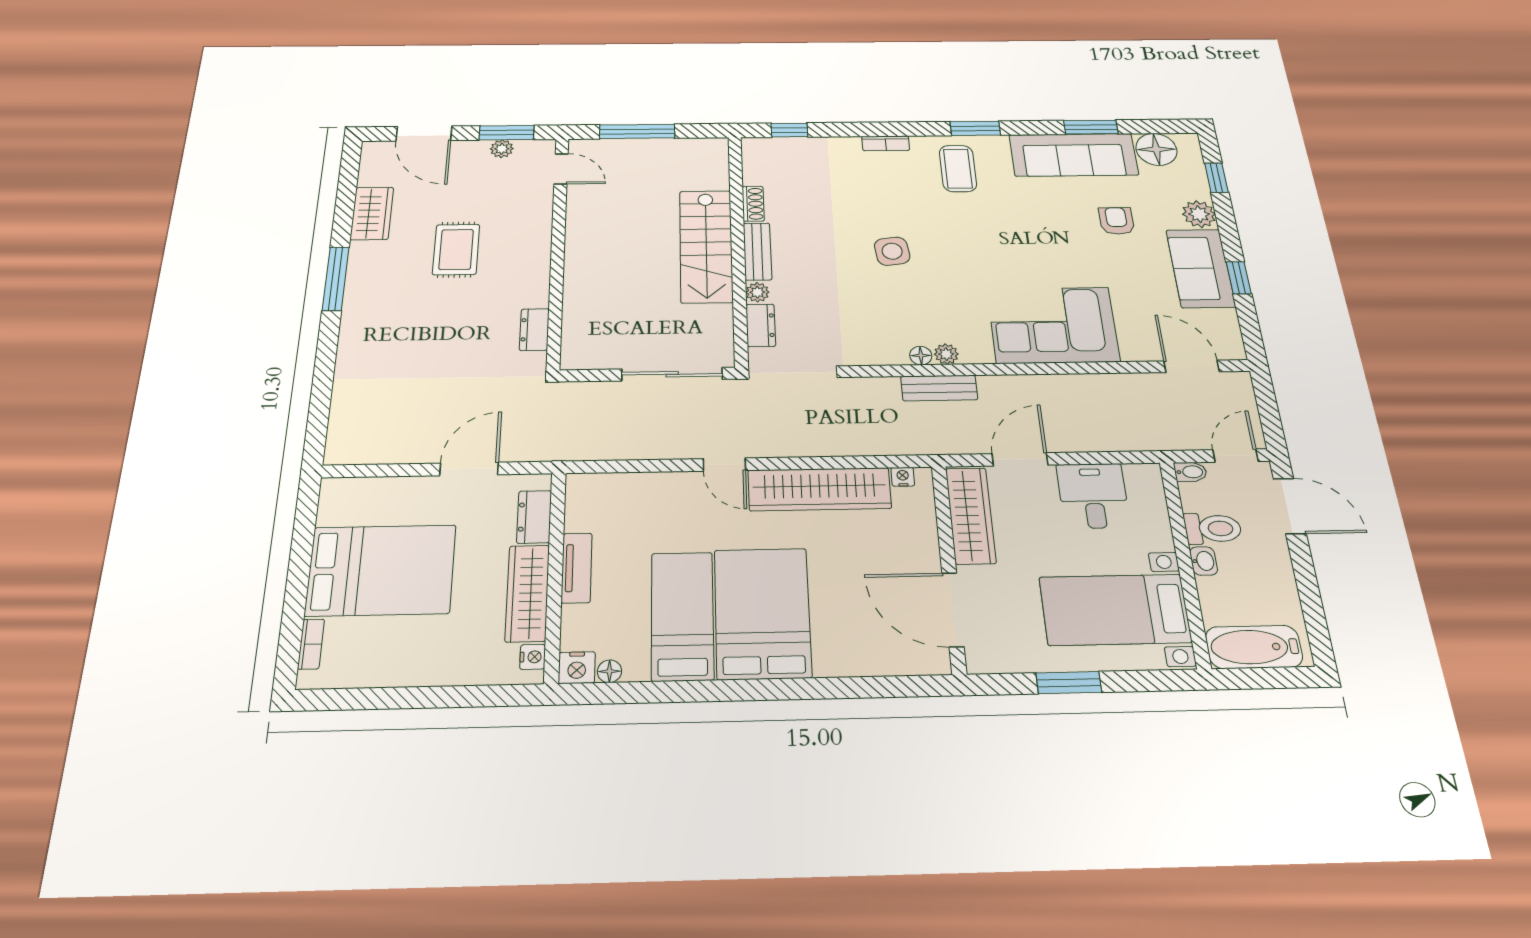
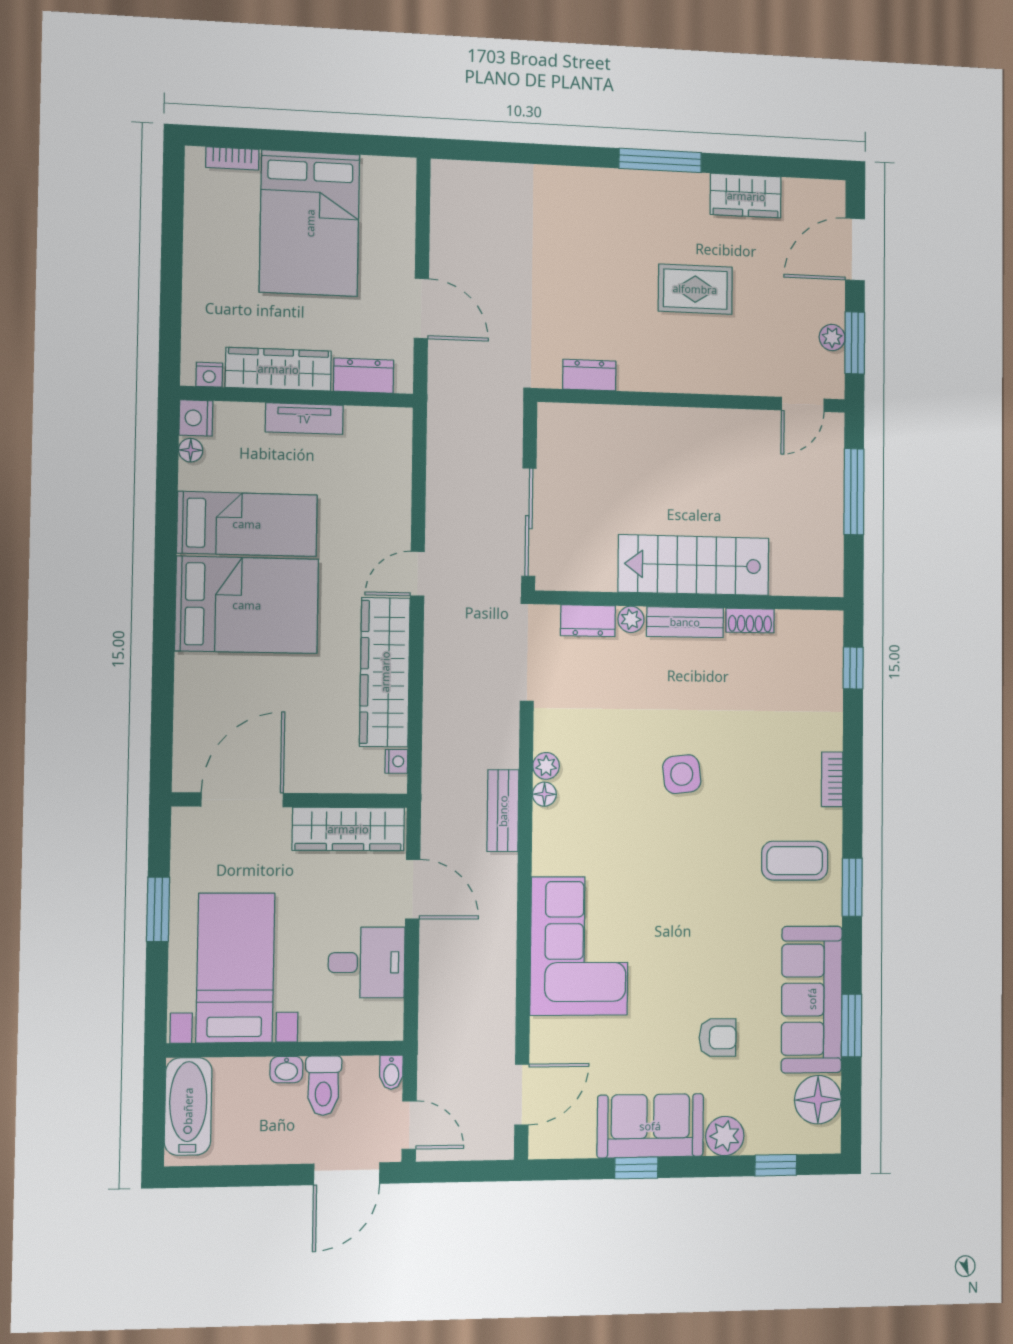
plant: (946, 354) -> (546, 766), moved

